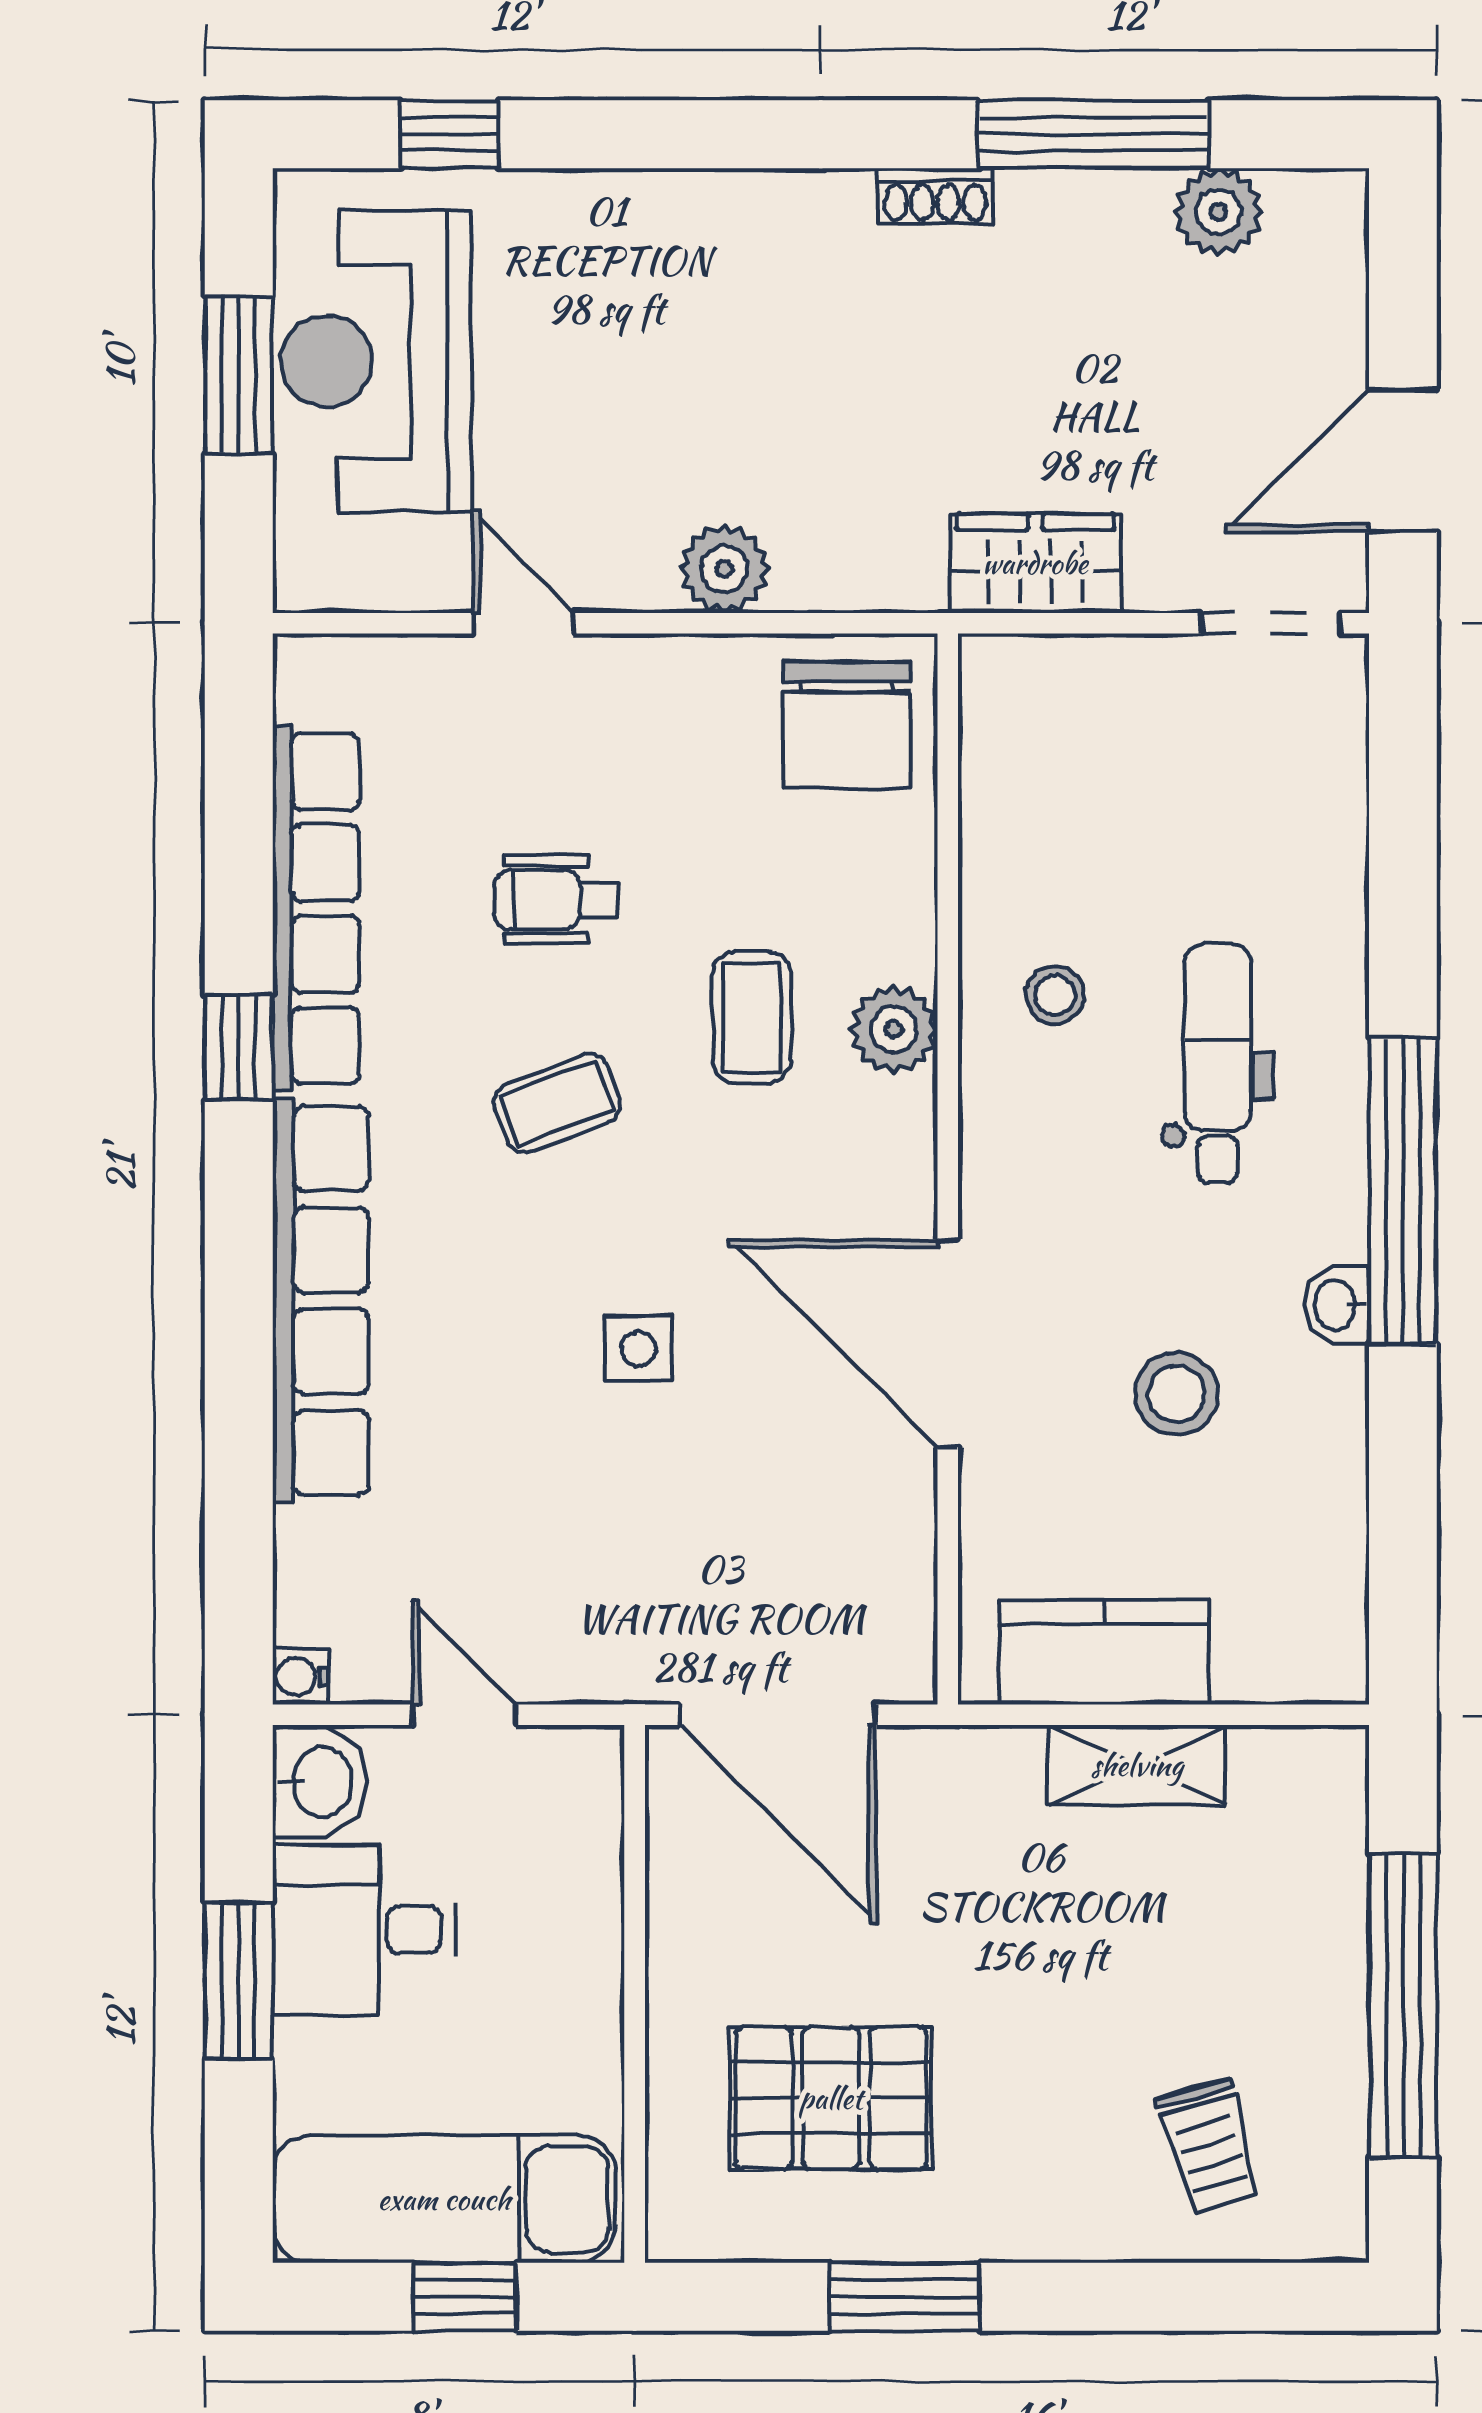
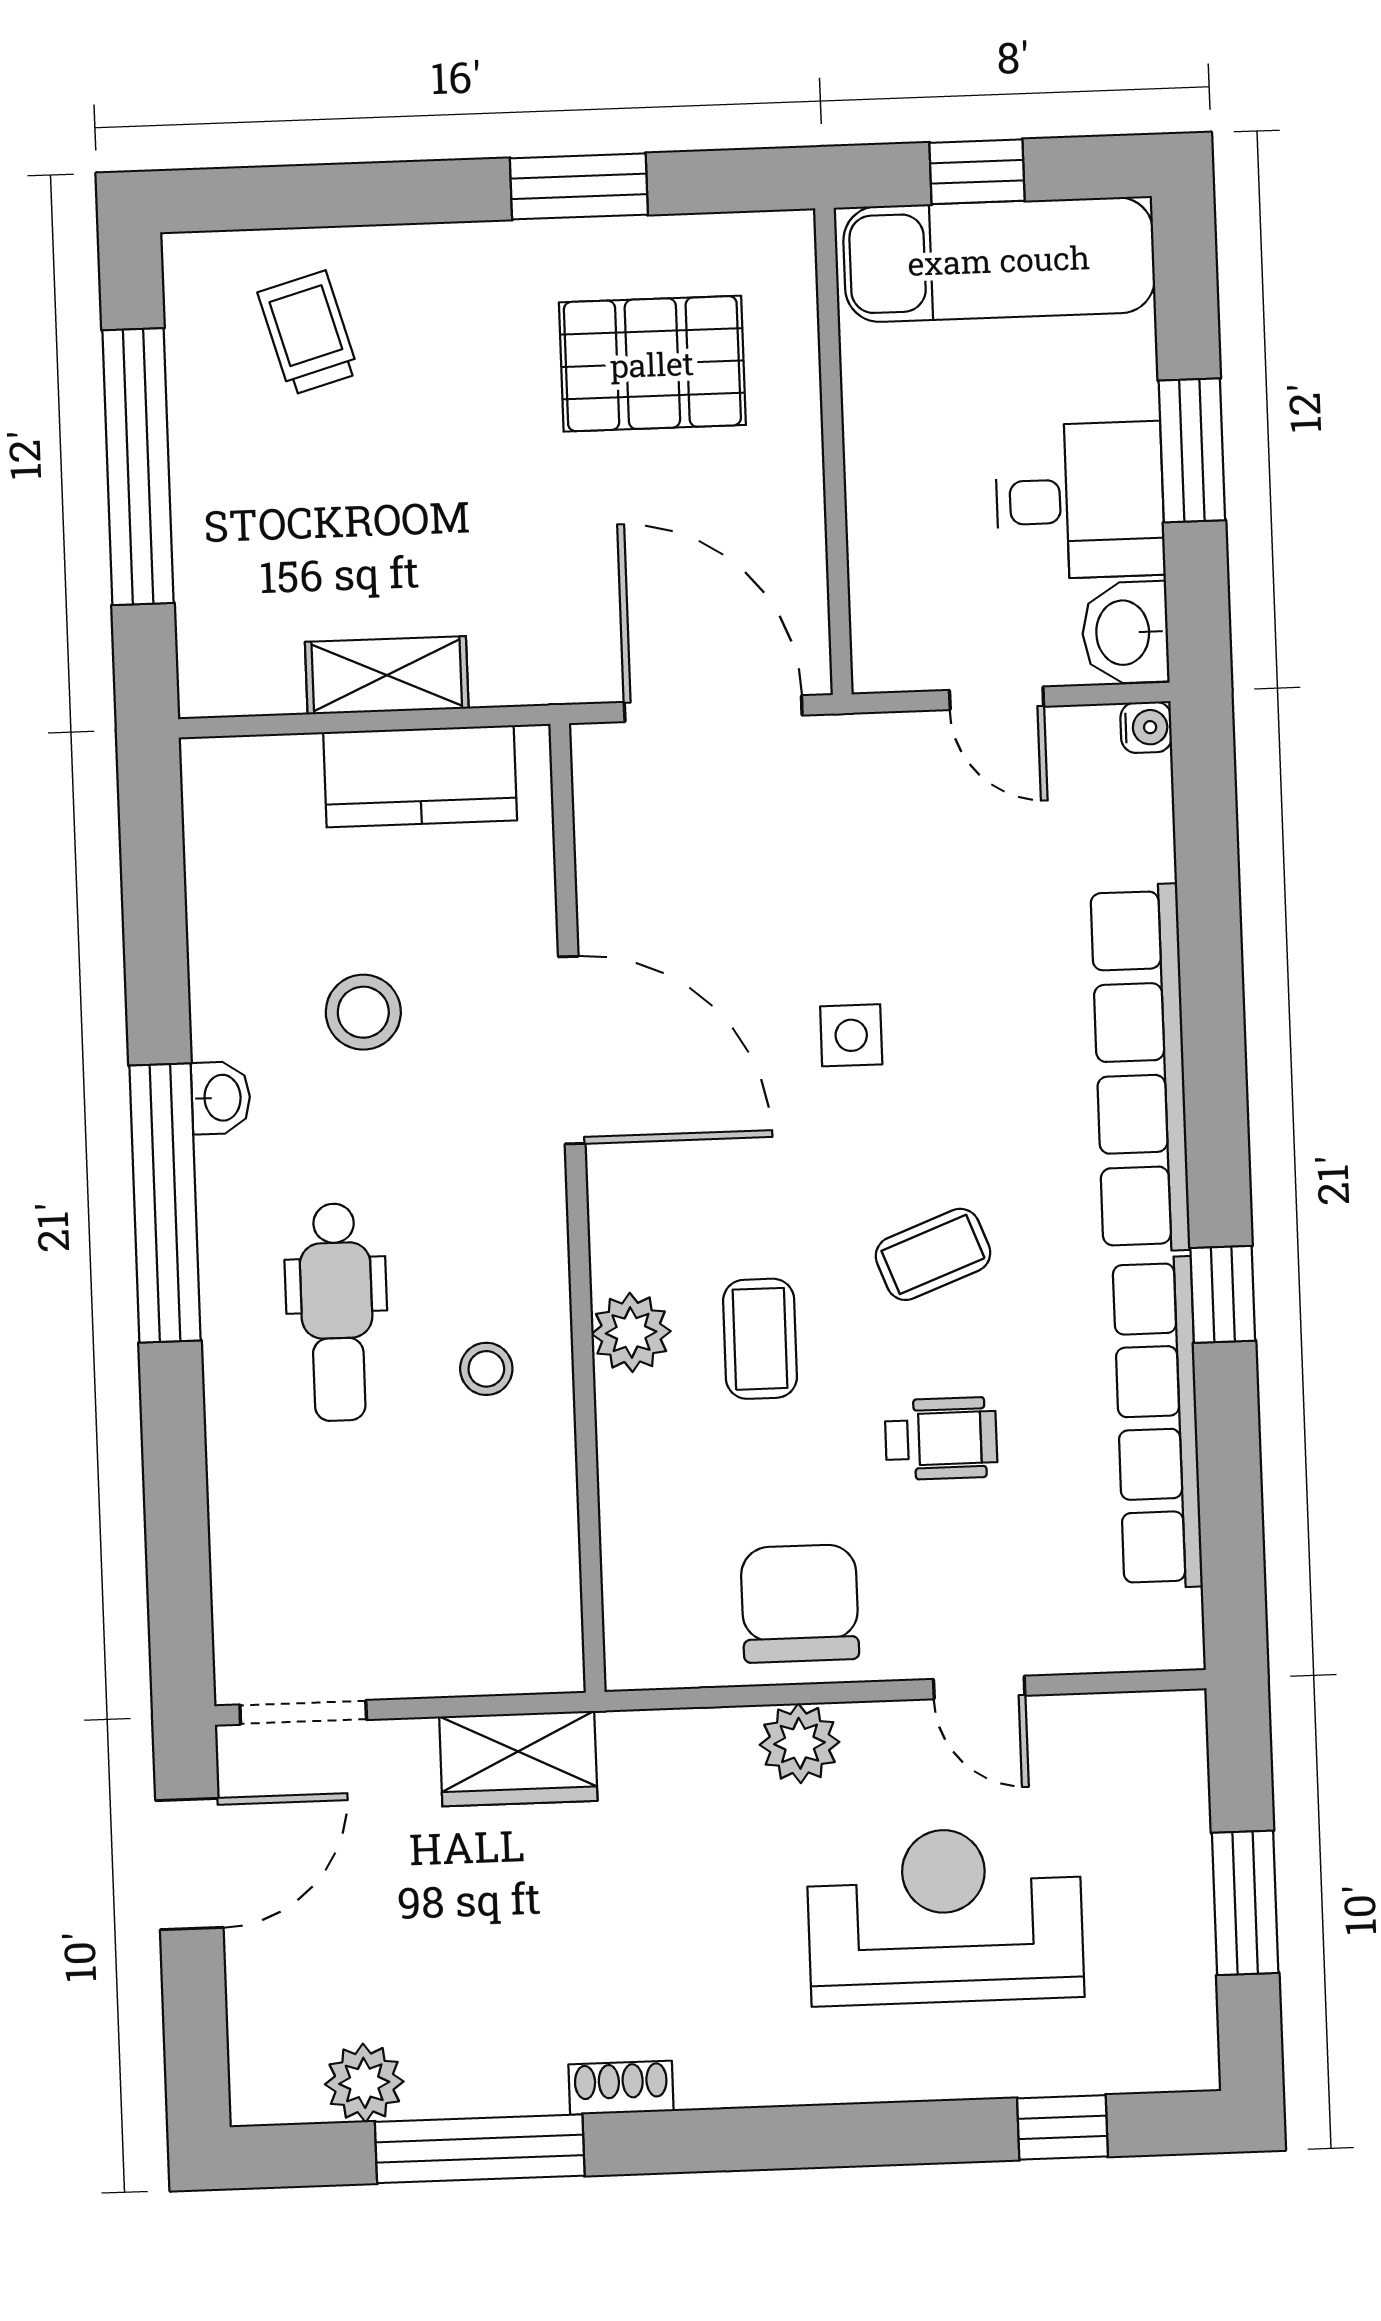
reception desk: (376, 361) -> (945, 1916), moved, turned -90
chair: (847, 725) -> (800, 1603), moved

